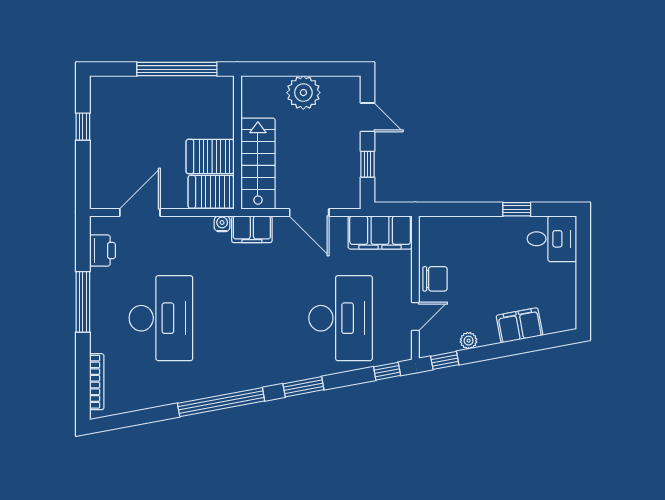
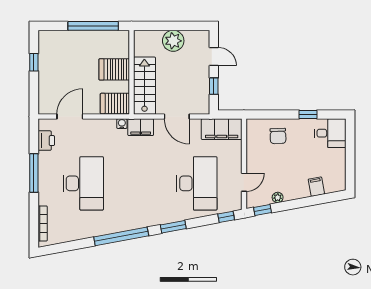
server rack: (210, 157) -> (114, 69), moved
chair: (435, 279) -> (278, 136), moved, turned 88
filing cabinet: (519, 325) -> (316, 187), width x0.50

